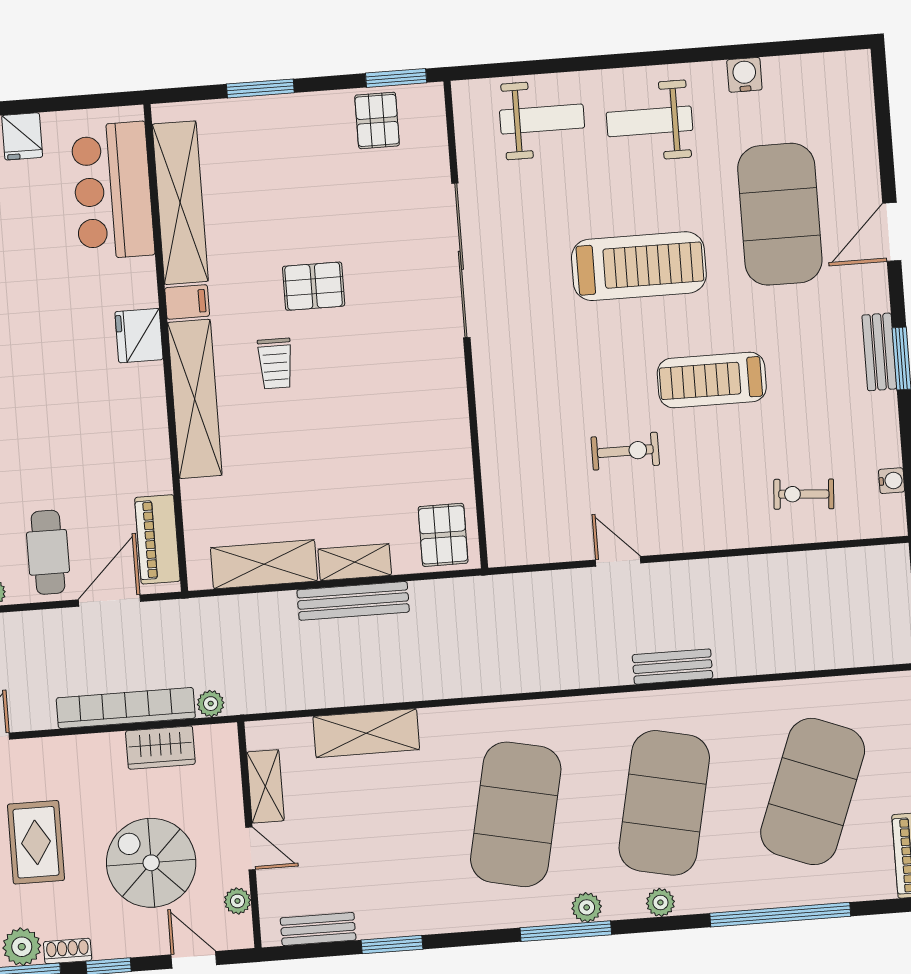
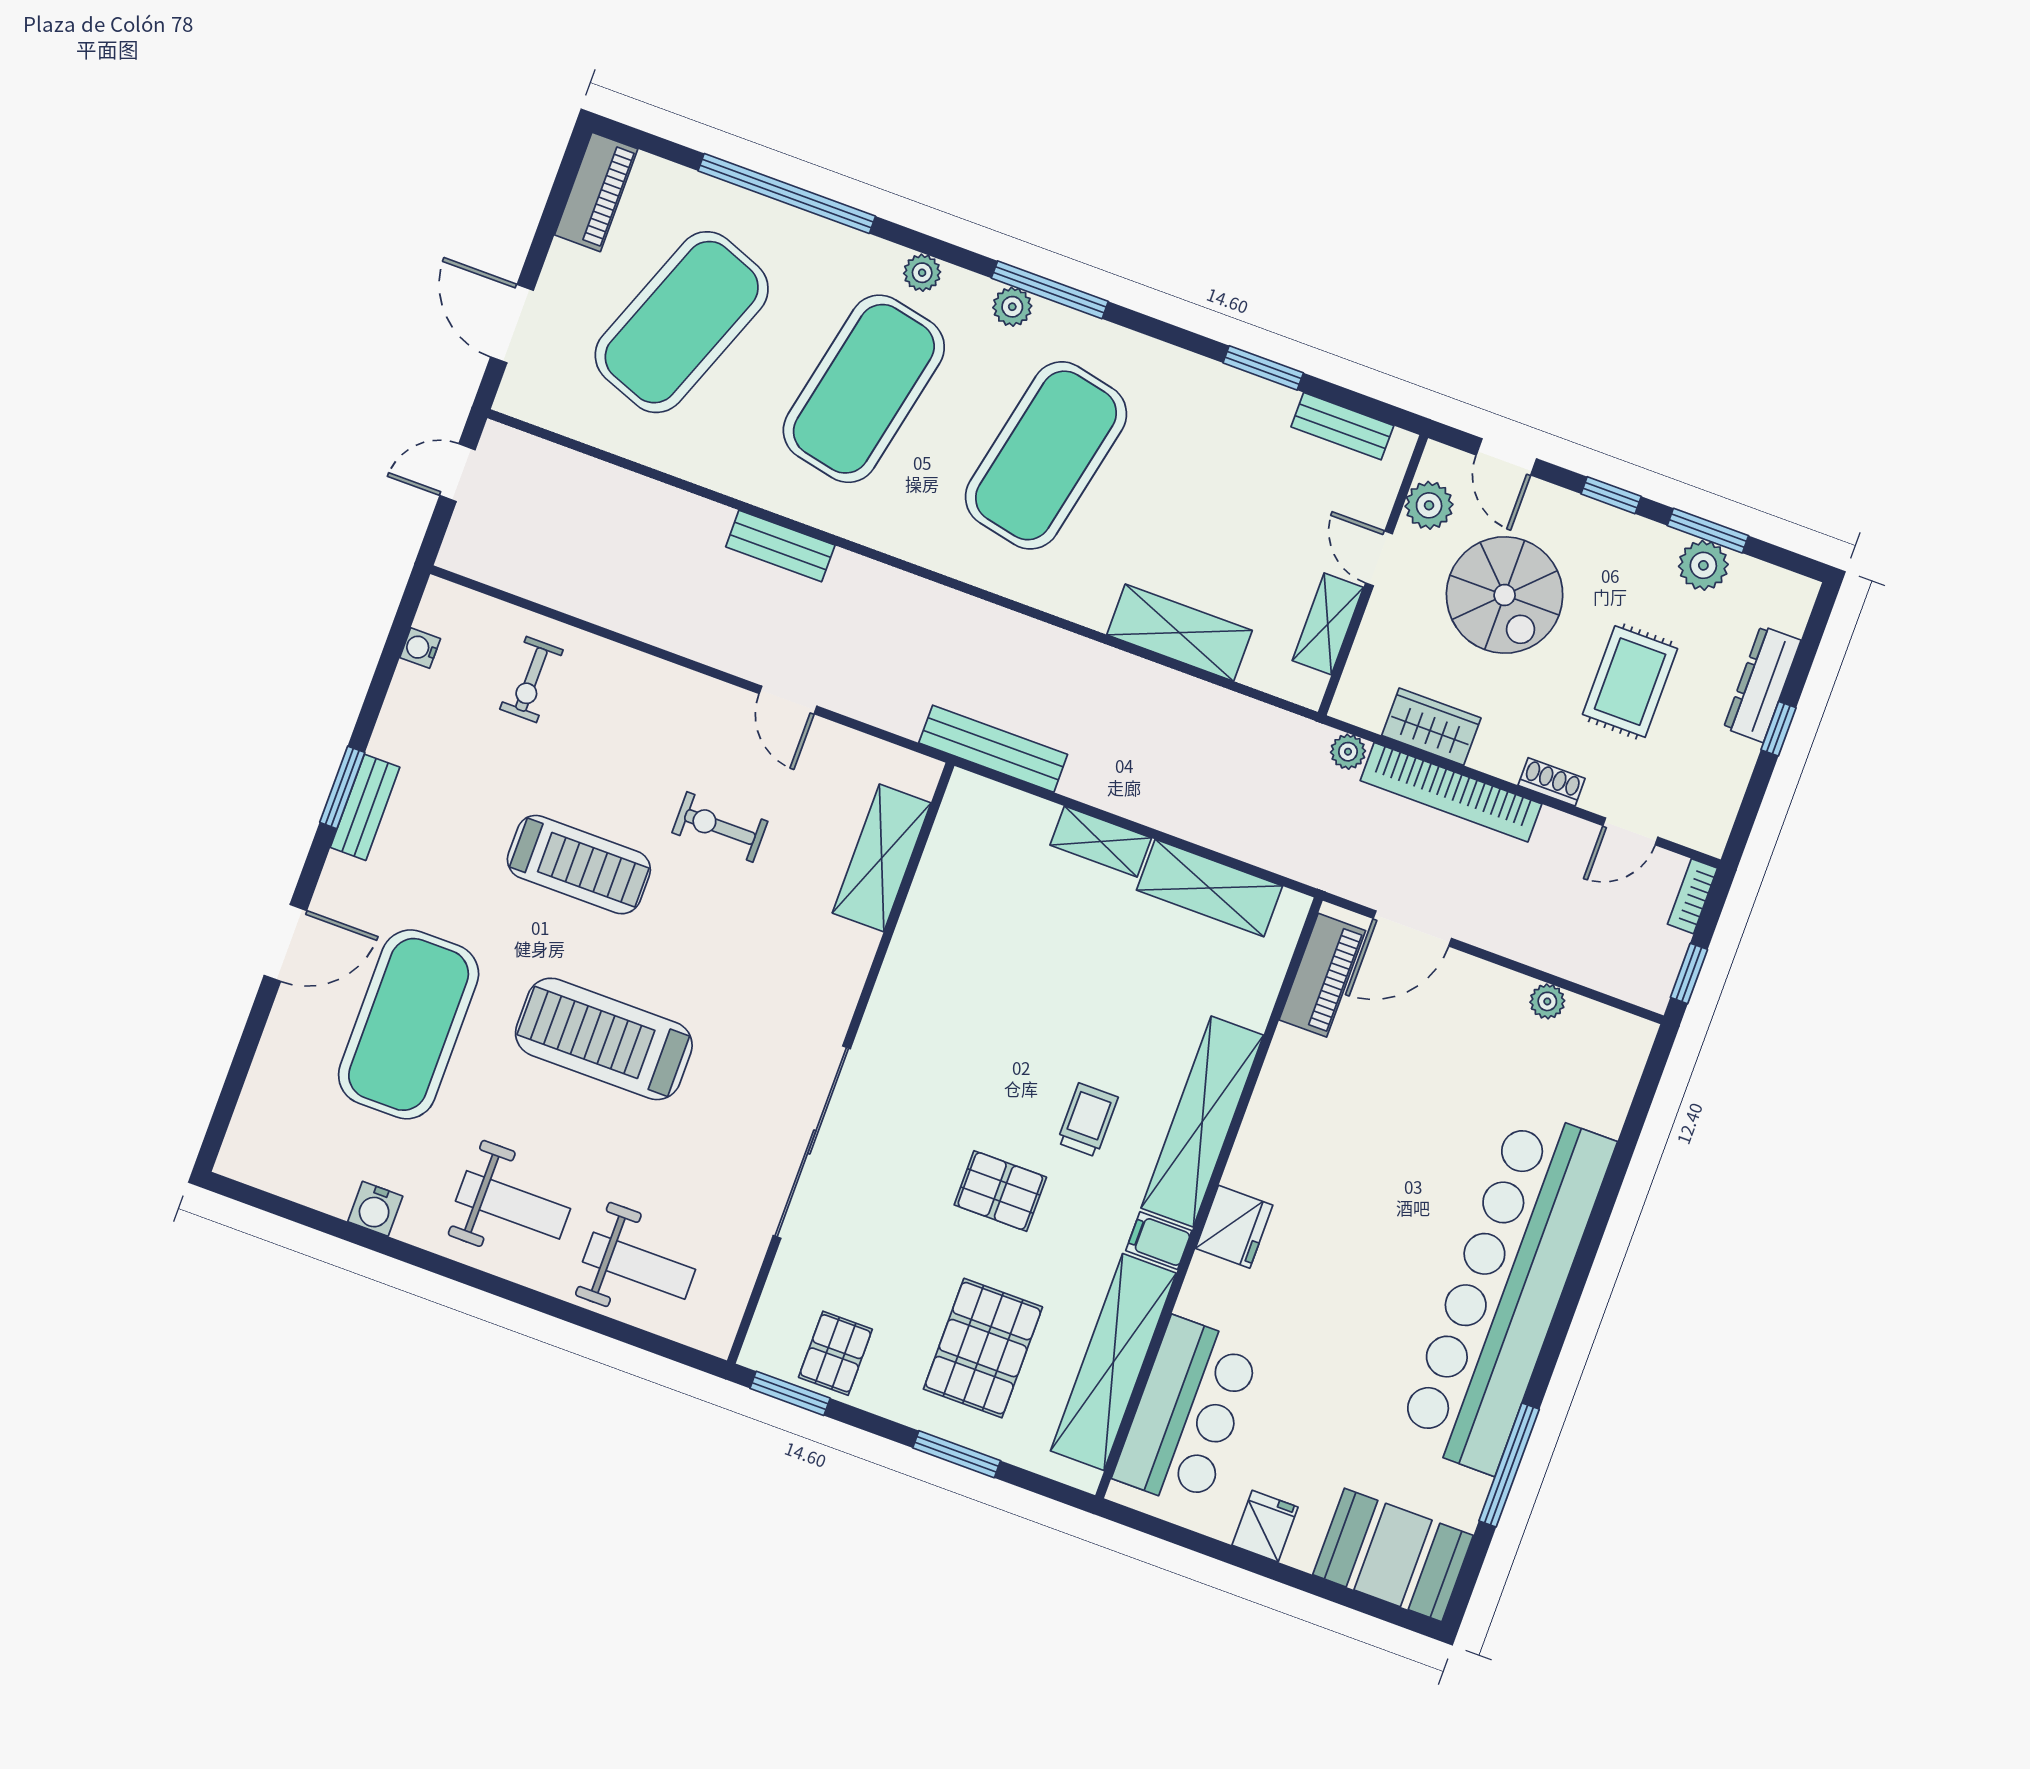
weight bench: (542, 119) -> (639, 1266), turned 180
shelving: (503, 481) -> (882, 858), added
exercise bike: (804, 494) -> (531, 679), turned 86
pallet: (443, 535) -> (983, 1348), moved, width x1.50, depth x1.42
cafe table: (48, 552) -> (1459, 1019), removed
bench: (353, 601) -> (993, 749), moved
plant: (237, 901) -> (1429, 505), width x1.38, depth x1.38
shoe rack: (68, 951) -> (1552, 782), moved, turned 180

